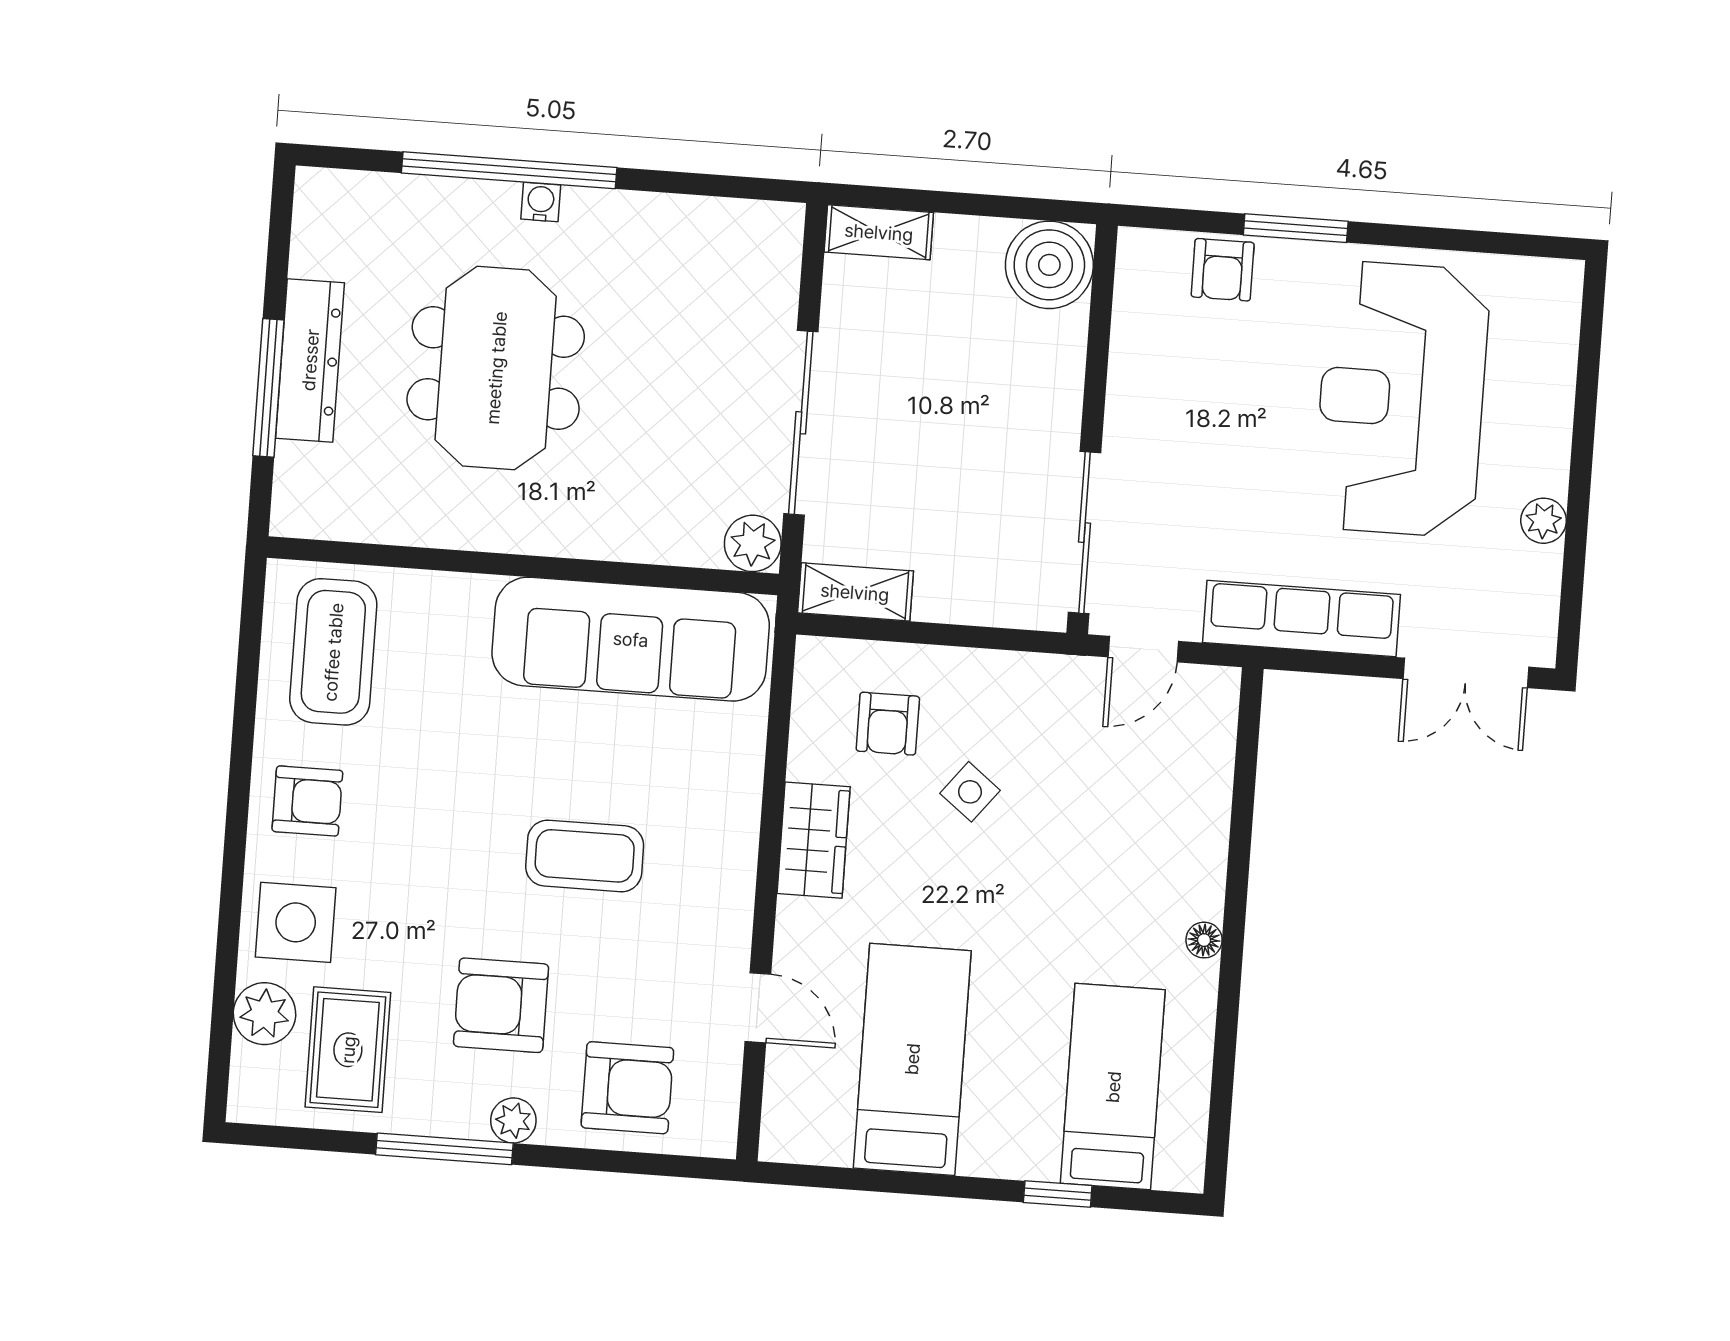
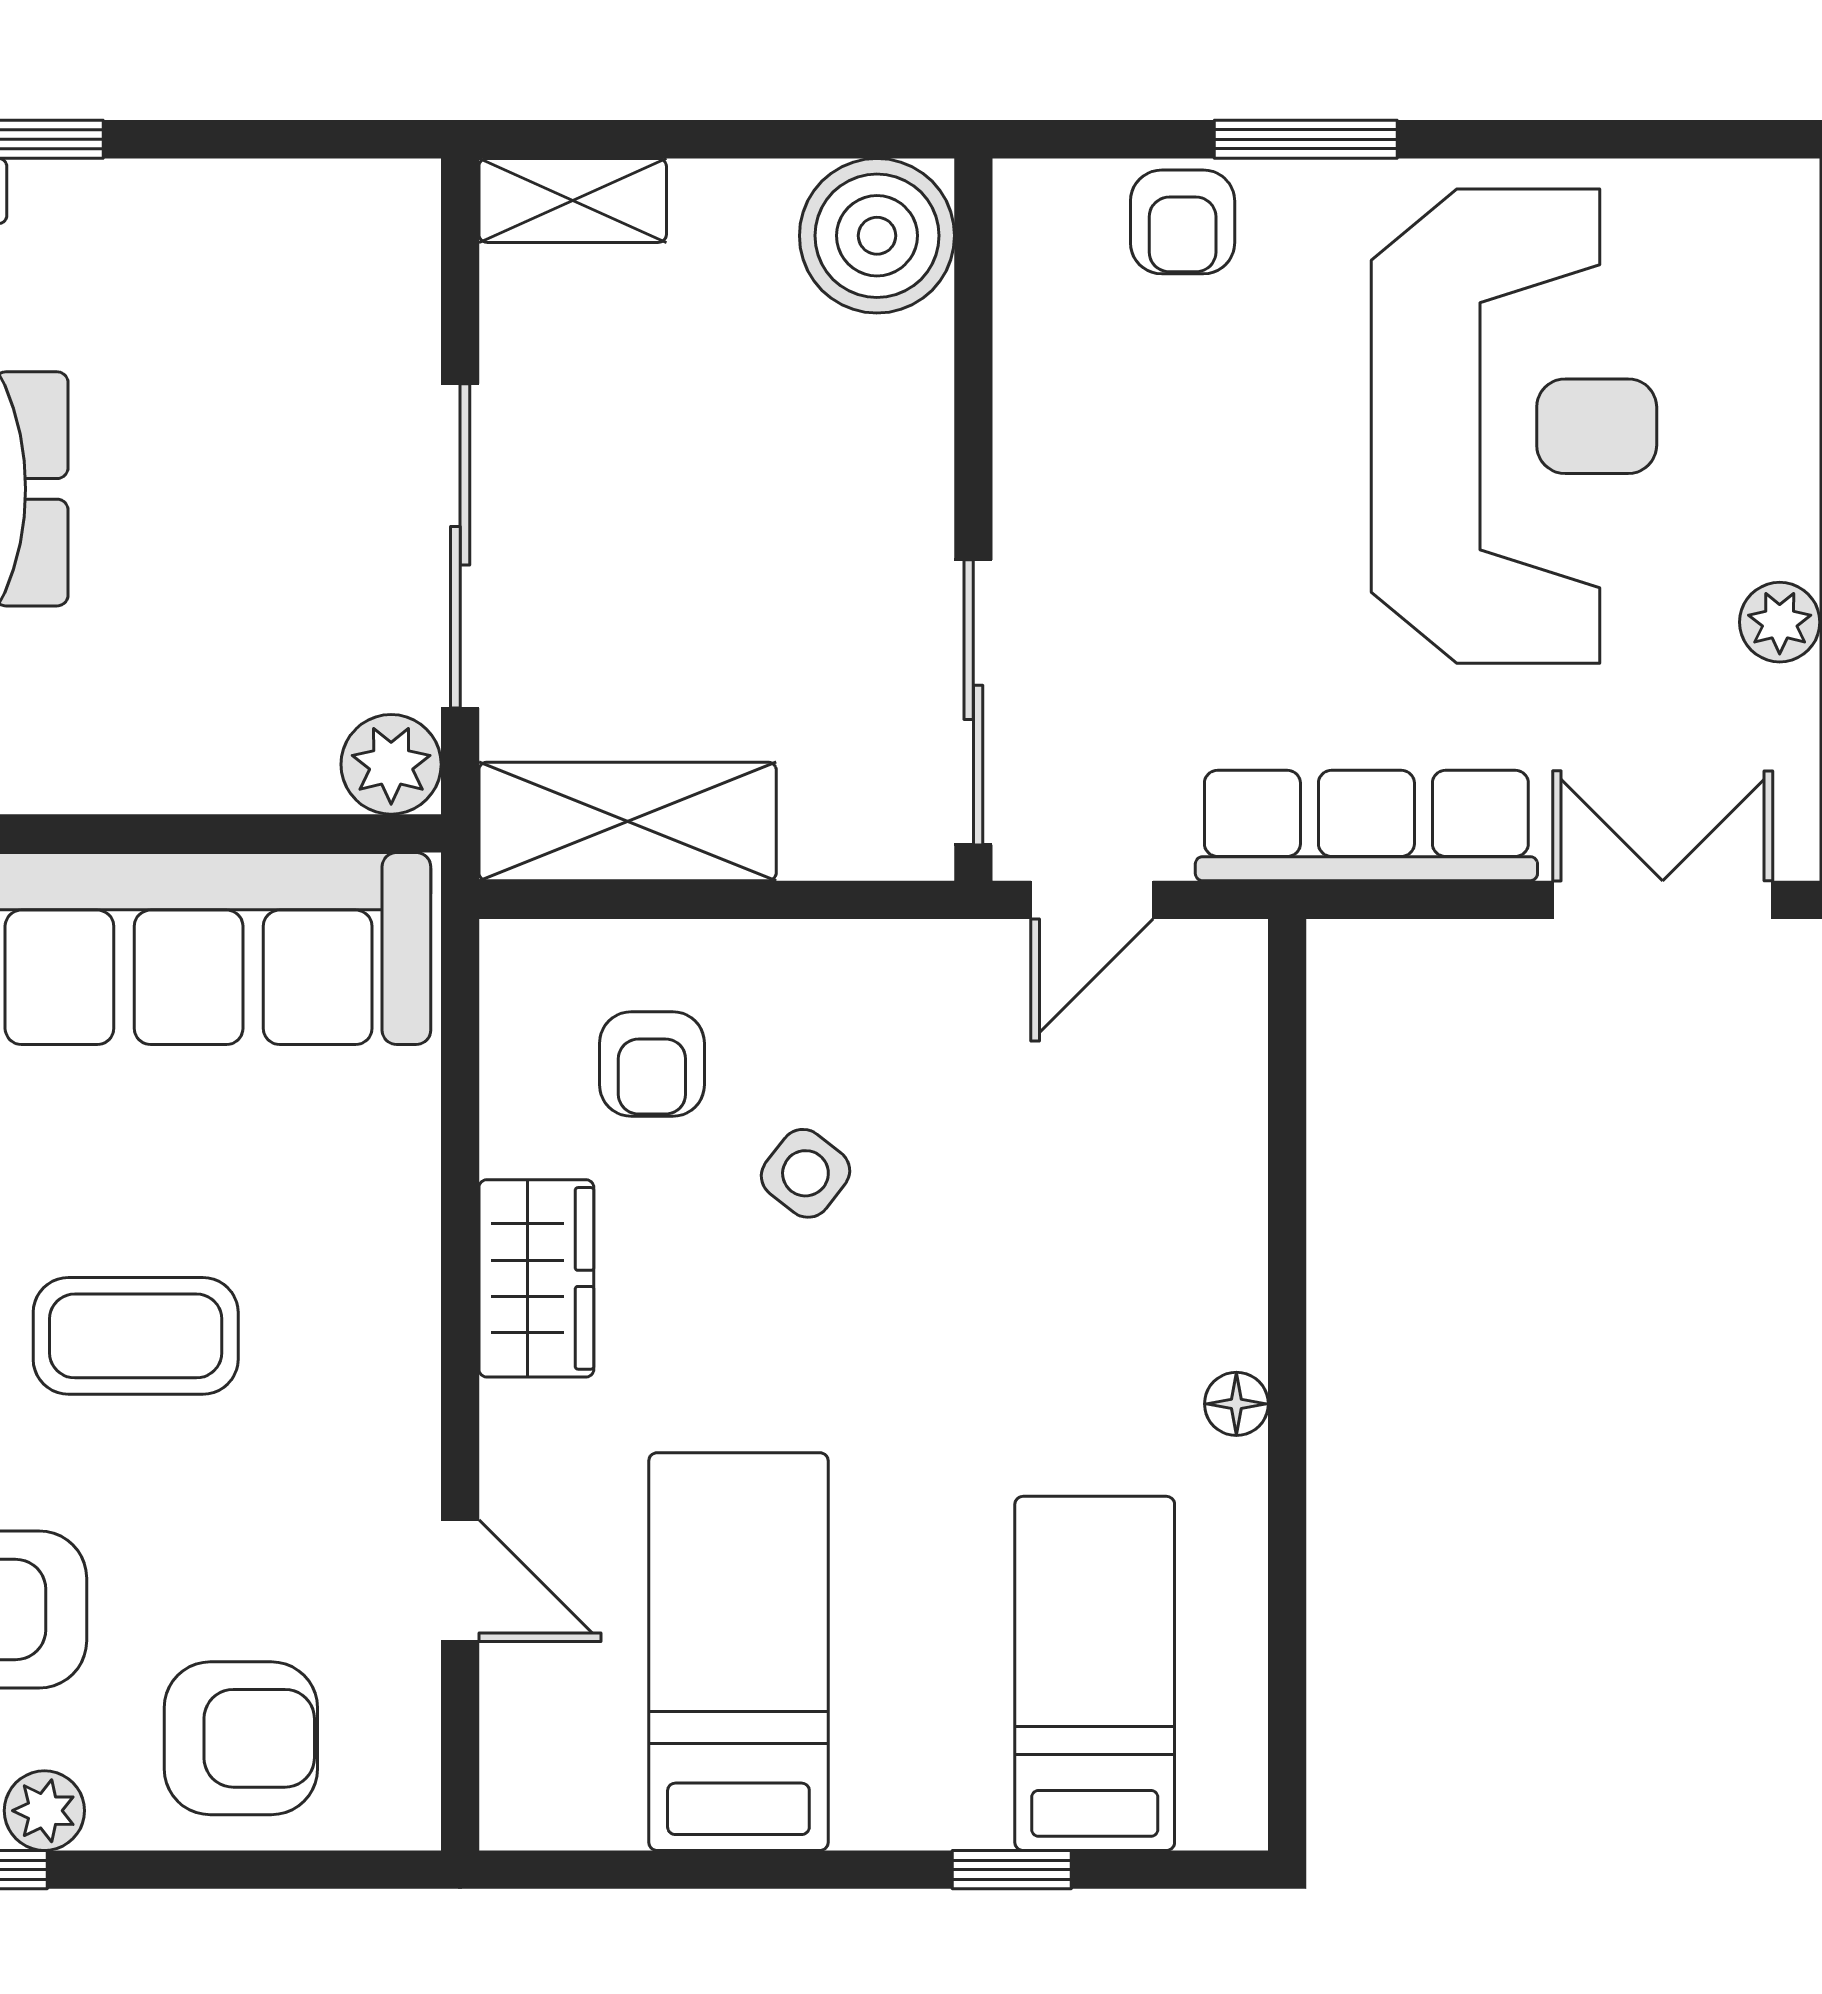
reception desk: (1401, 399) -> (1514, 426), turned 180
shelving: (855, 592) -> (628, 821), width x1.50, depth x1.33
double door: (1466, 673) -> (1663, 900), swing flipped

